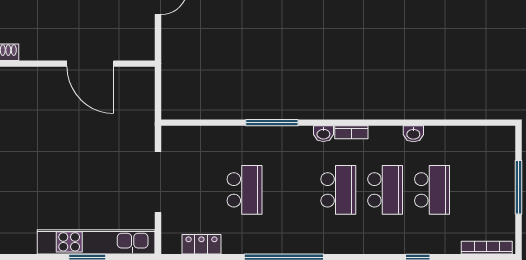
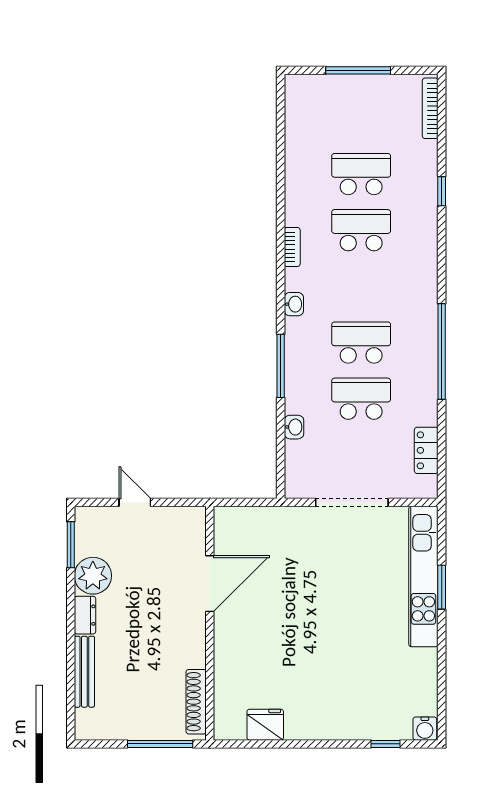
bookcase: (351, 132) -> (292, 247), moved
washbasin: (413, 134) -> (294, 427), moved
school desk: (338, 190) -> (361, 343), moved

